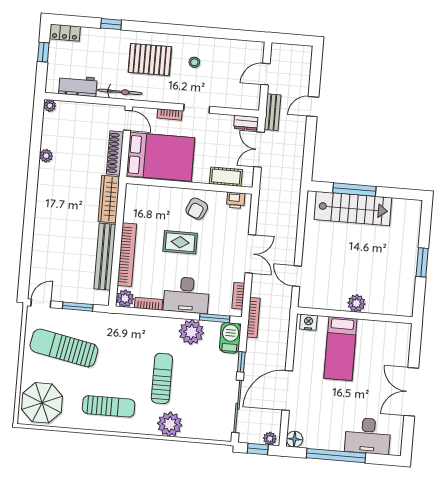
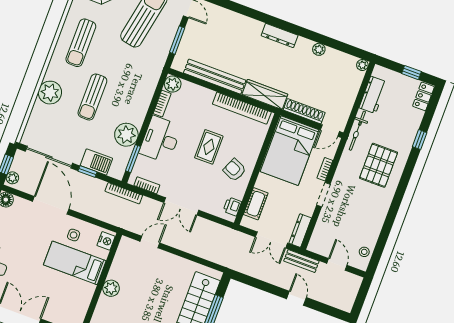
stool: (194, 62) -> (364, 252), moved
dresser: (246, 123) -> (300, 231), width x1.44
double door: (259, 150) -> (271, 240), swing flipped
dresser: (43, 201) -> (280, 35), added
bookcase: (127, 255) -> (242, 108), moved
barbecue: (230, 338) -> (96, 162), moved
side table: (312, 358) -> (74, 235), added
sun lounger: (162, 378) -> (92, 97), turned 90

